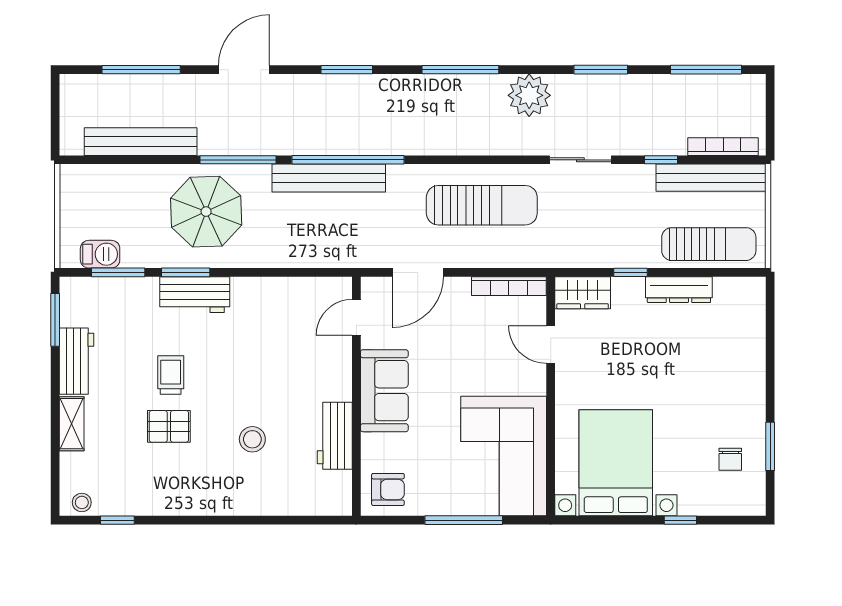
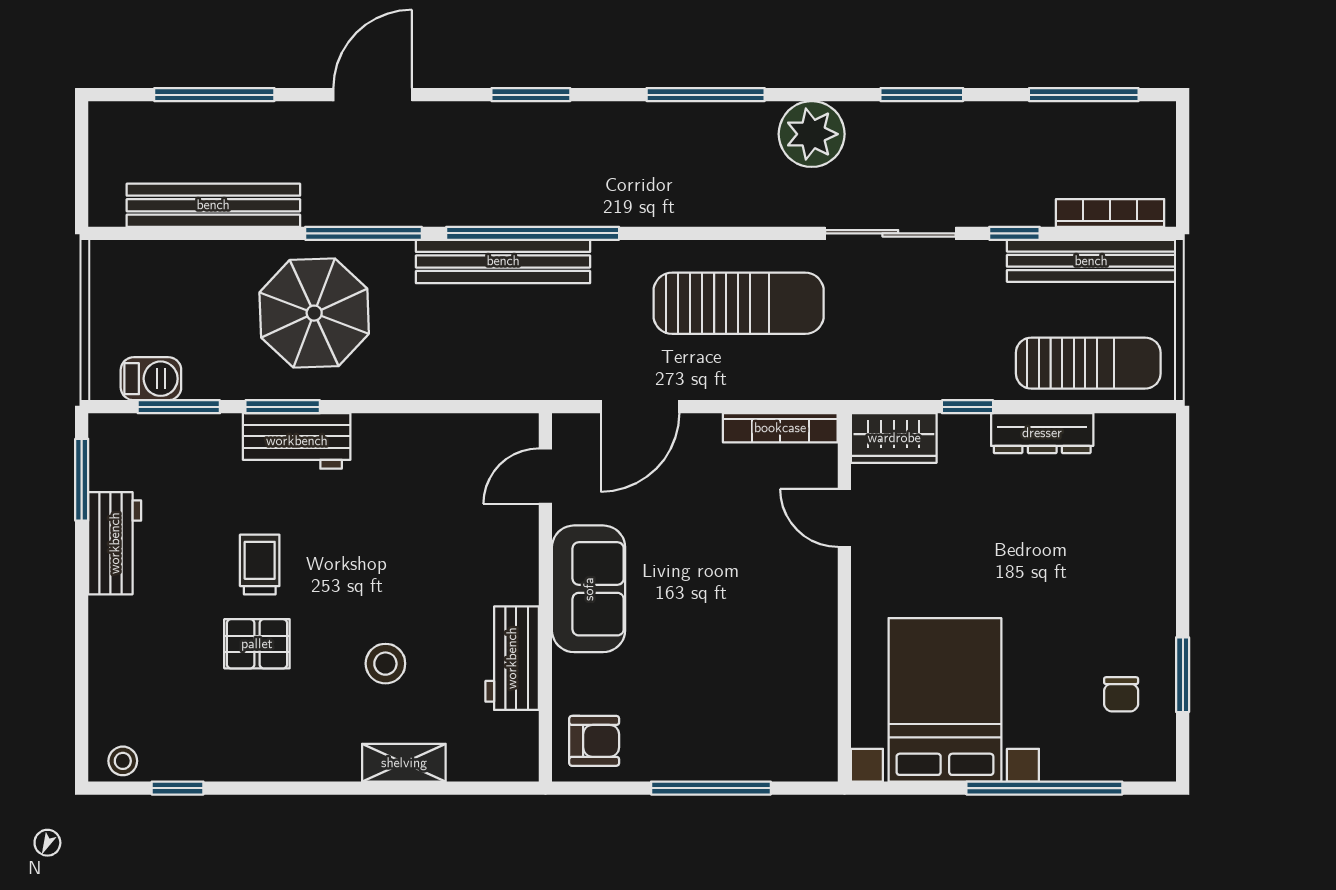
sliding door: (580, 160) -> (890, 233), width x1.37
shelving: (72, 424) -> (404, 763), moved, turned 90
corner sofa: (504, 456) -> (772, 689), removed
window: (680, 520) -> (1044, 788), width x3.17

